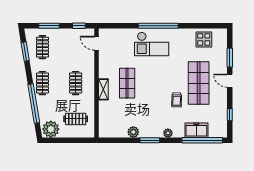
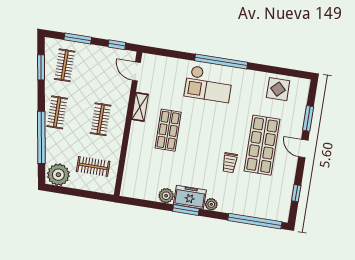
shelving: (103, 89) -> (140, 107), moved
freezer: (196, 130) -> (190, 197), moved

